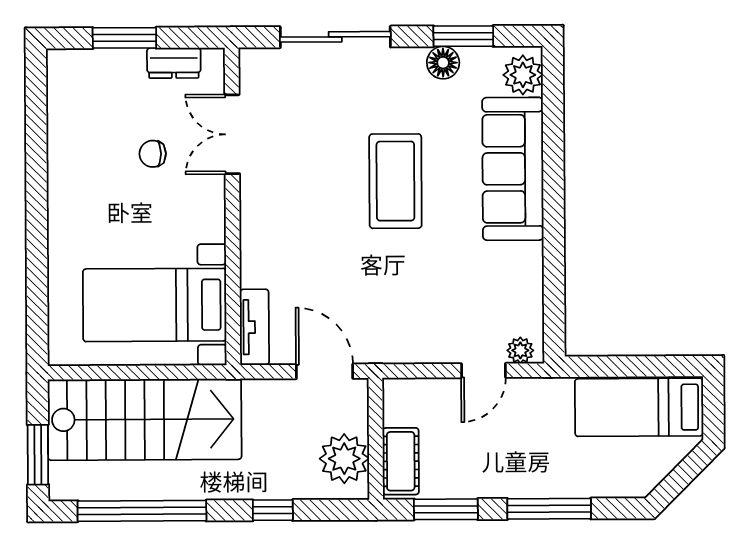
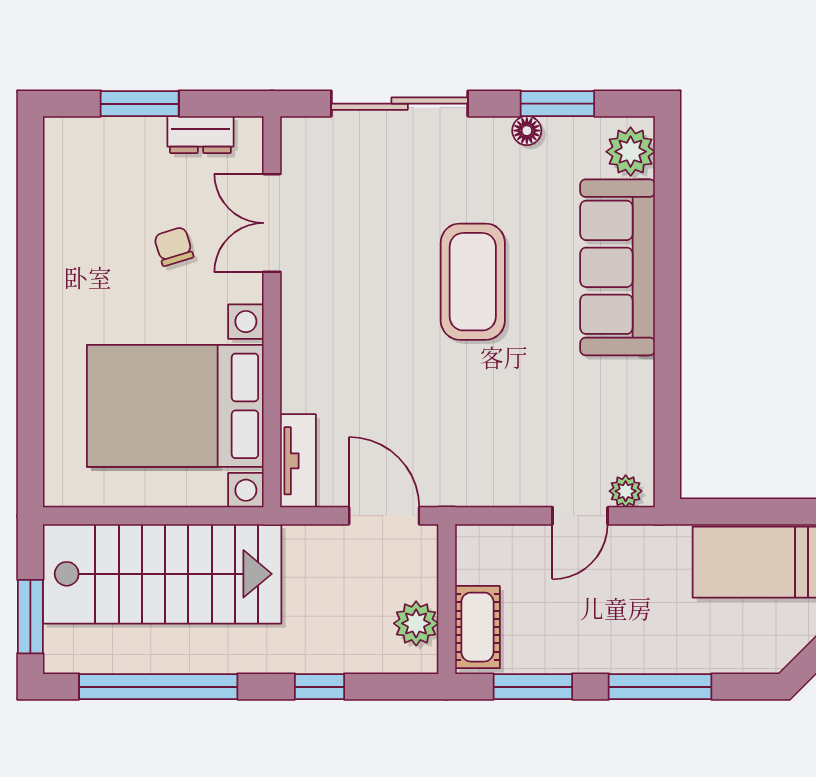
floor lamp: (443, 63) -> (527, 131), width x0.73, depth x0.73
chair: (153, 154) -> (174, 246), turned 73
bed with nightstands: (155, 305) -> (175, 406), width x1.36
plant: (344, 459) -> (416, 623), width x0.73, depth x0.73

